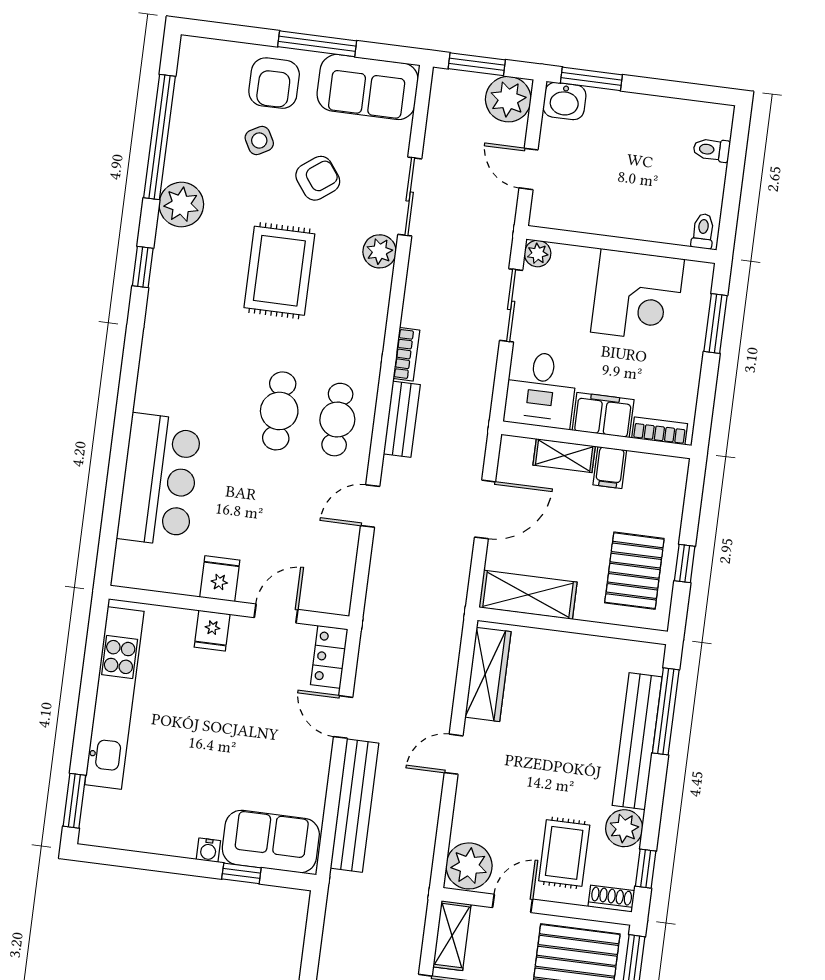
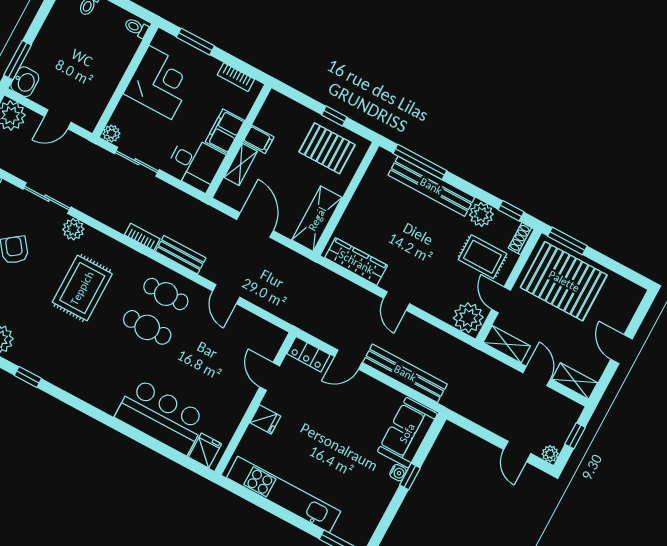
rug: (279, 271) -> (82, 288), moved, turned 90
bookcase: (660, 431) -> (236, 77), moved, turned -90
fridge: (220, 579) -> (205, 450), moved, turned 90
window: (241, 873) -> (410, 477), moved

